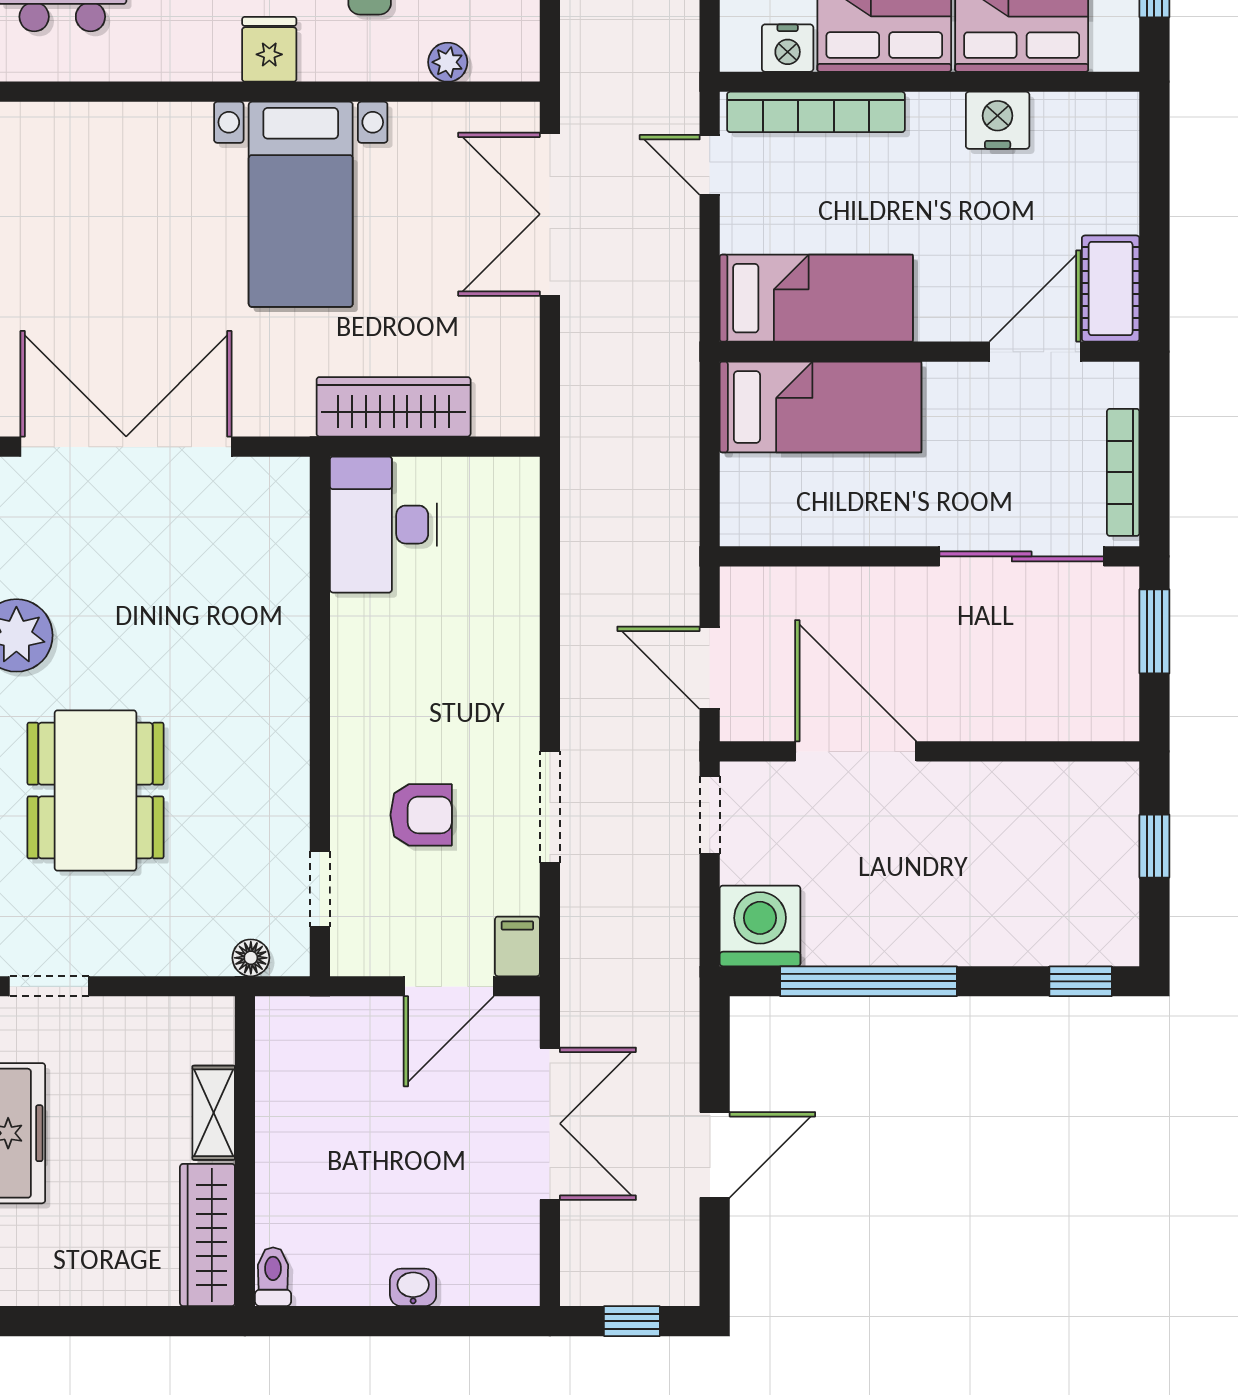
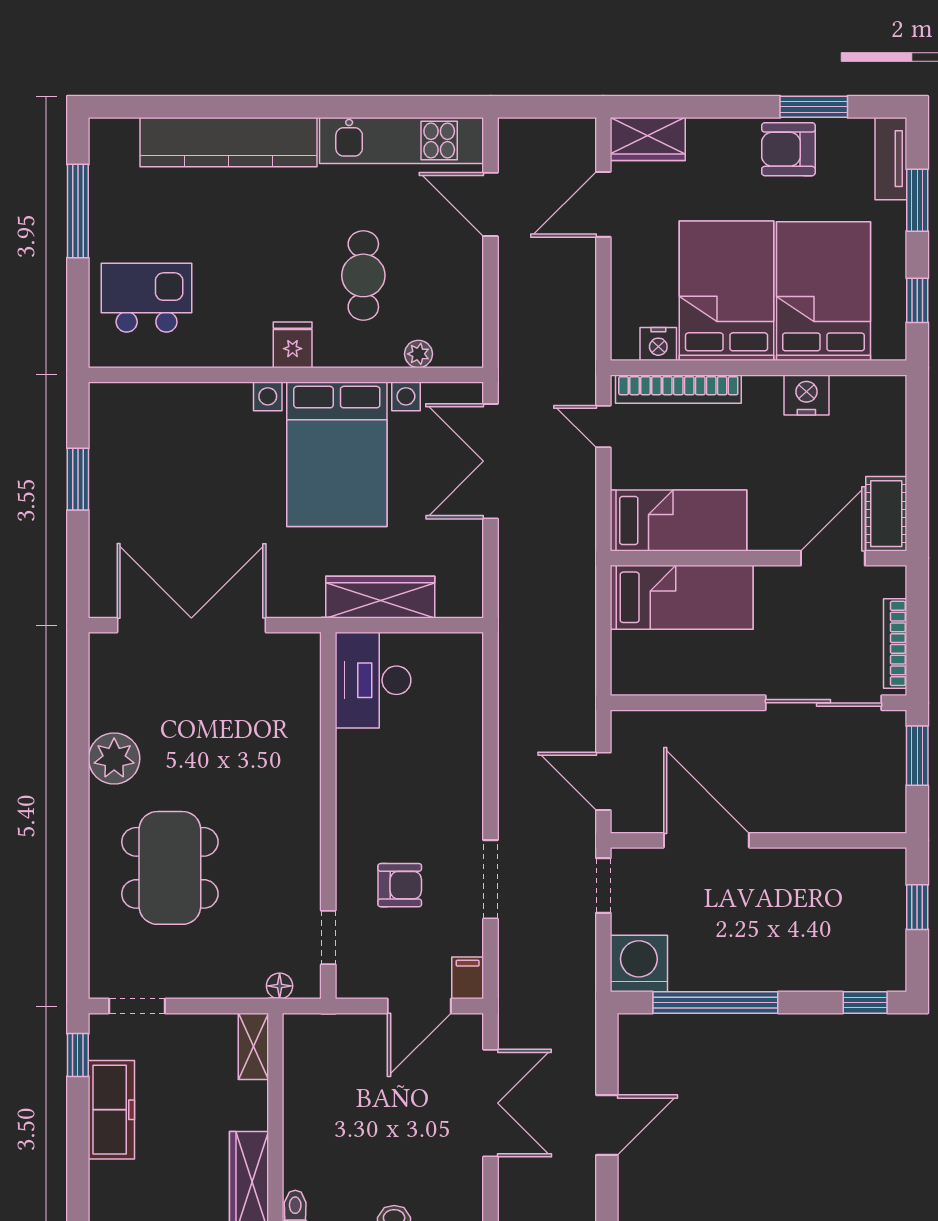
bed with nightstands: (301, 204) -> (337, 454), width x1.36
shelving: (214, 1113) -> (253, 1046), moved

